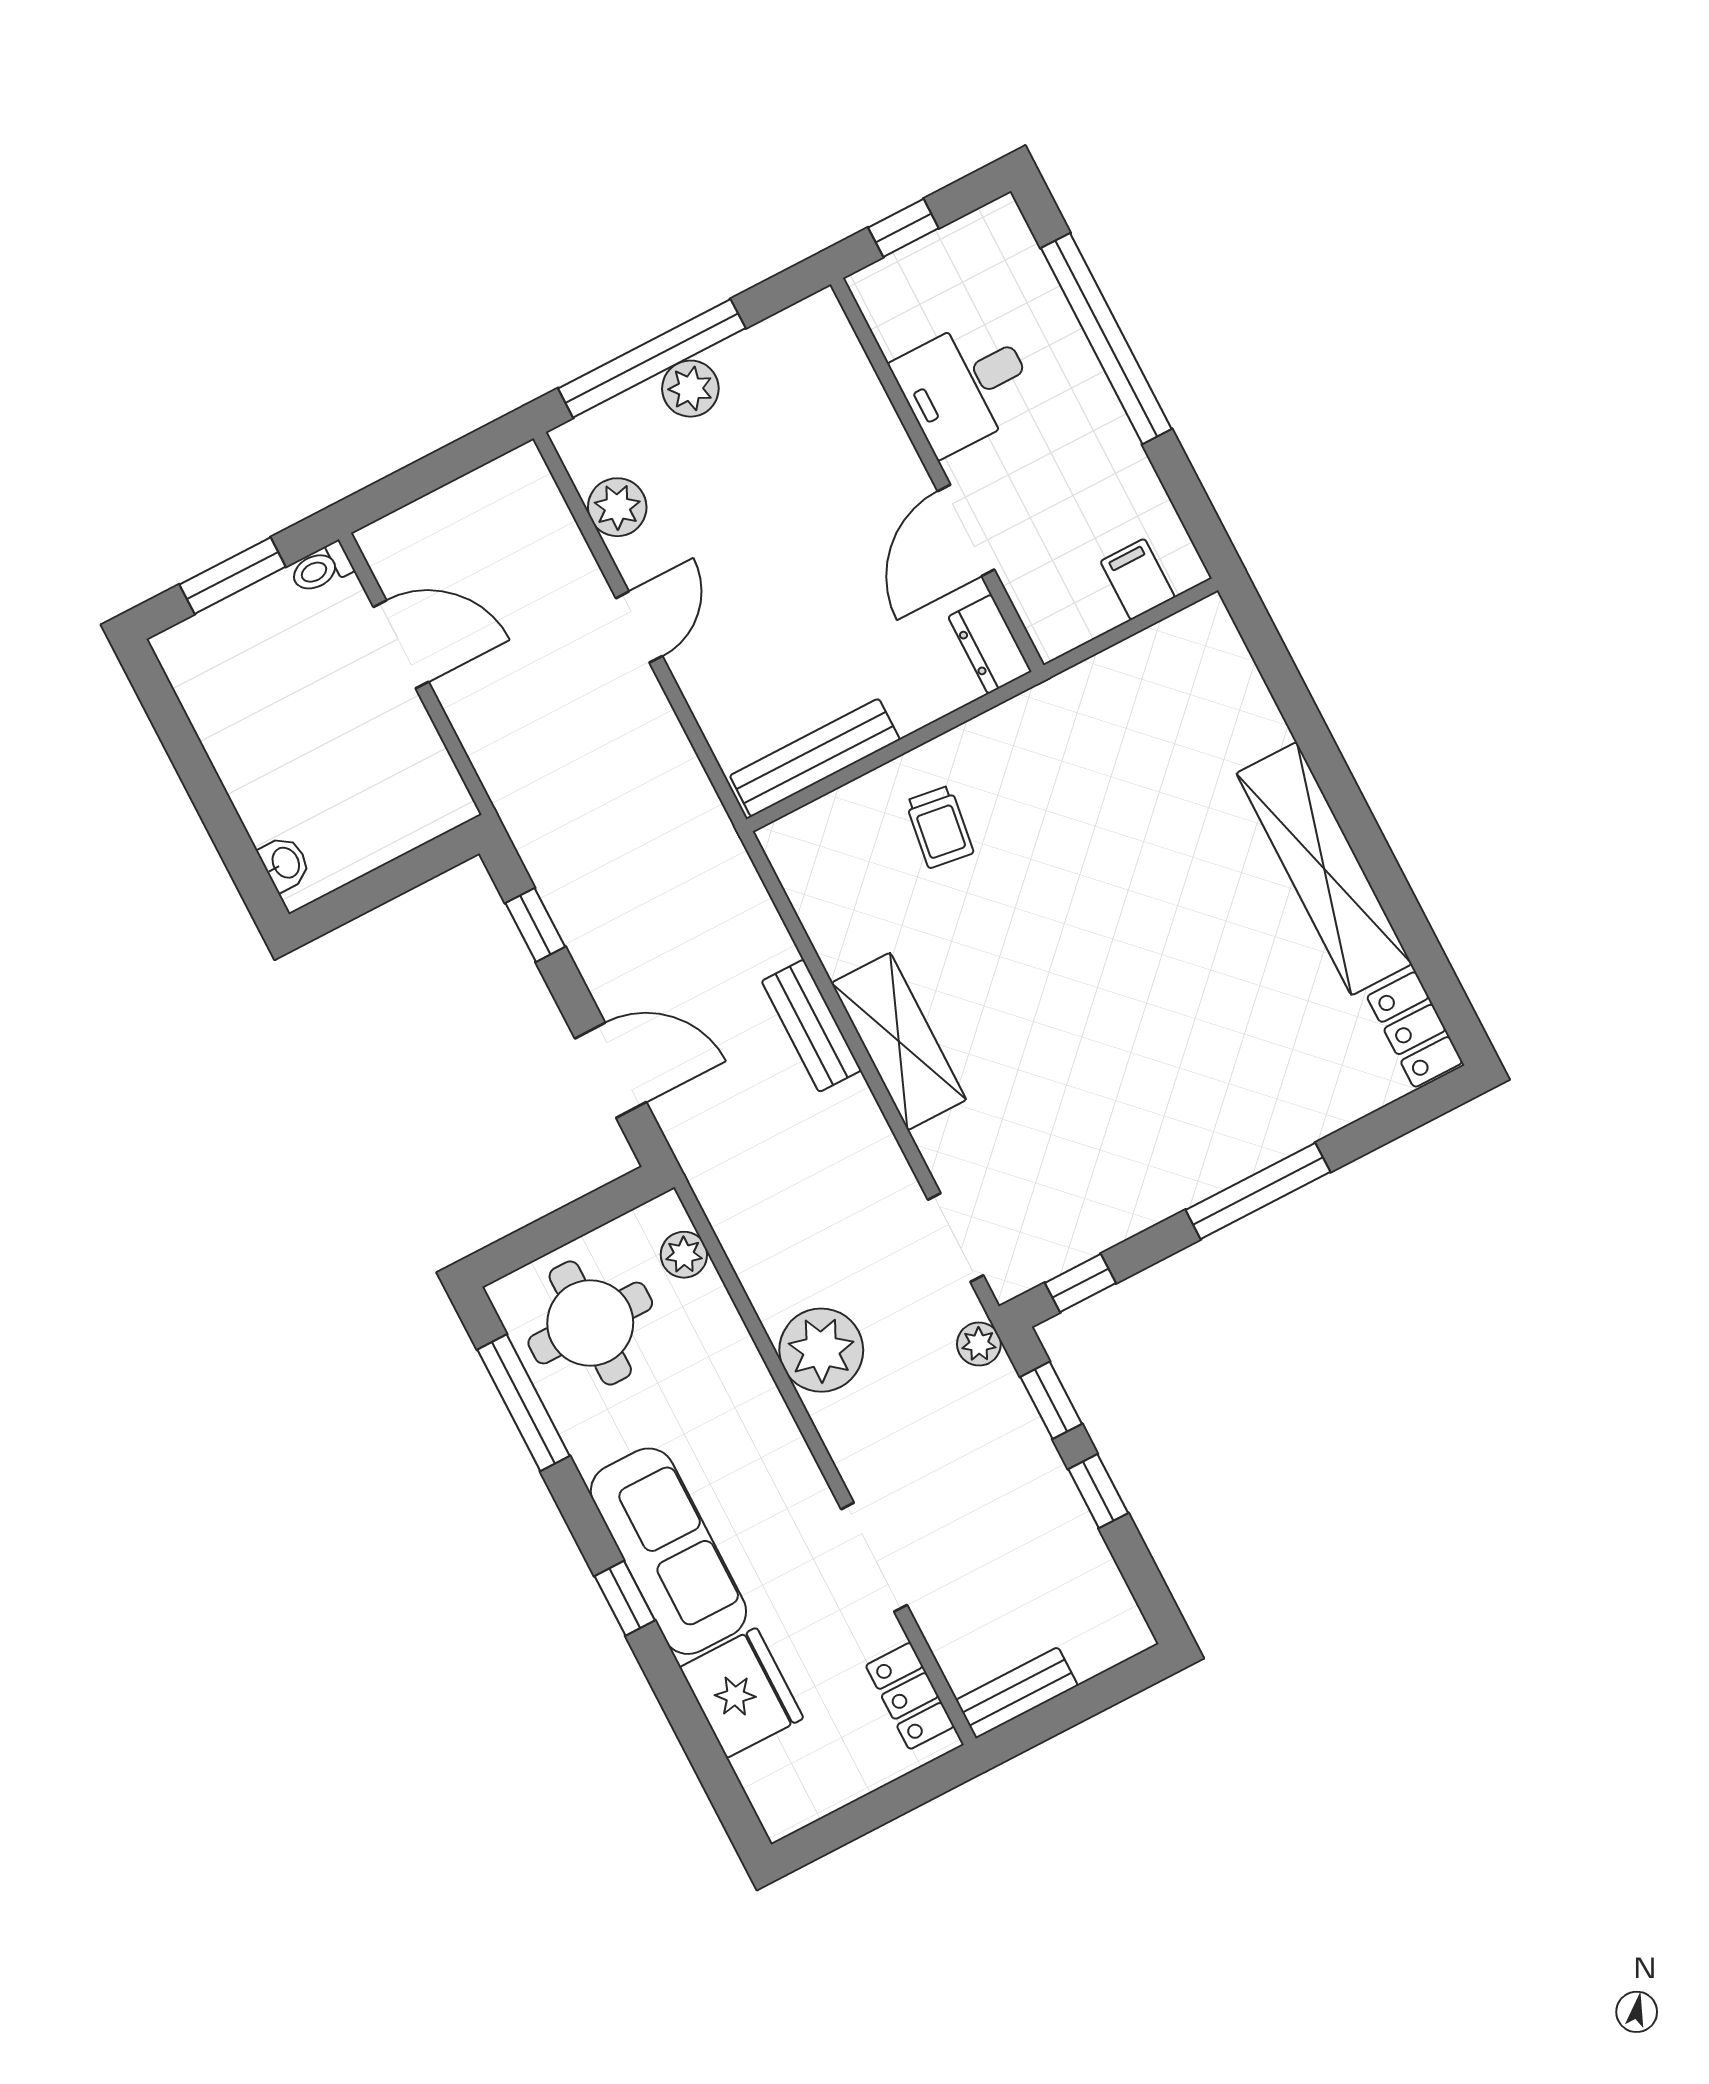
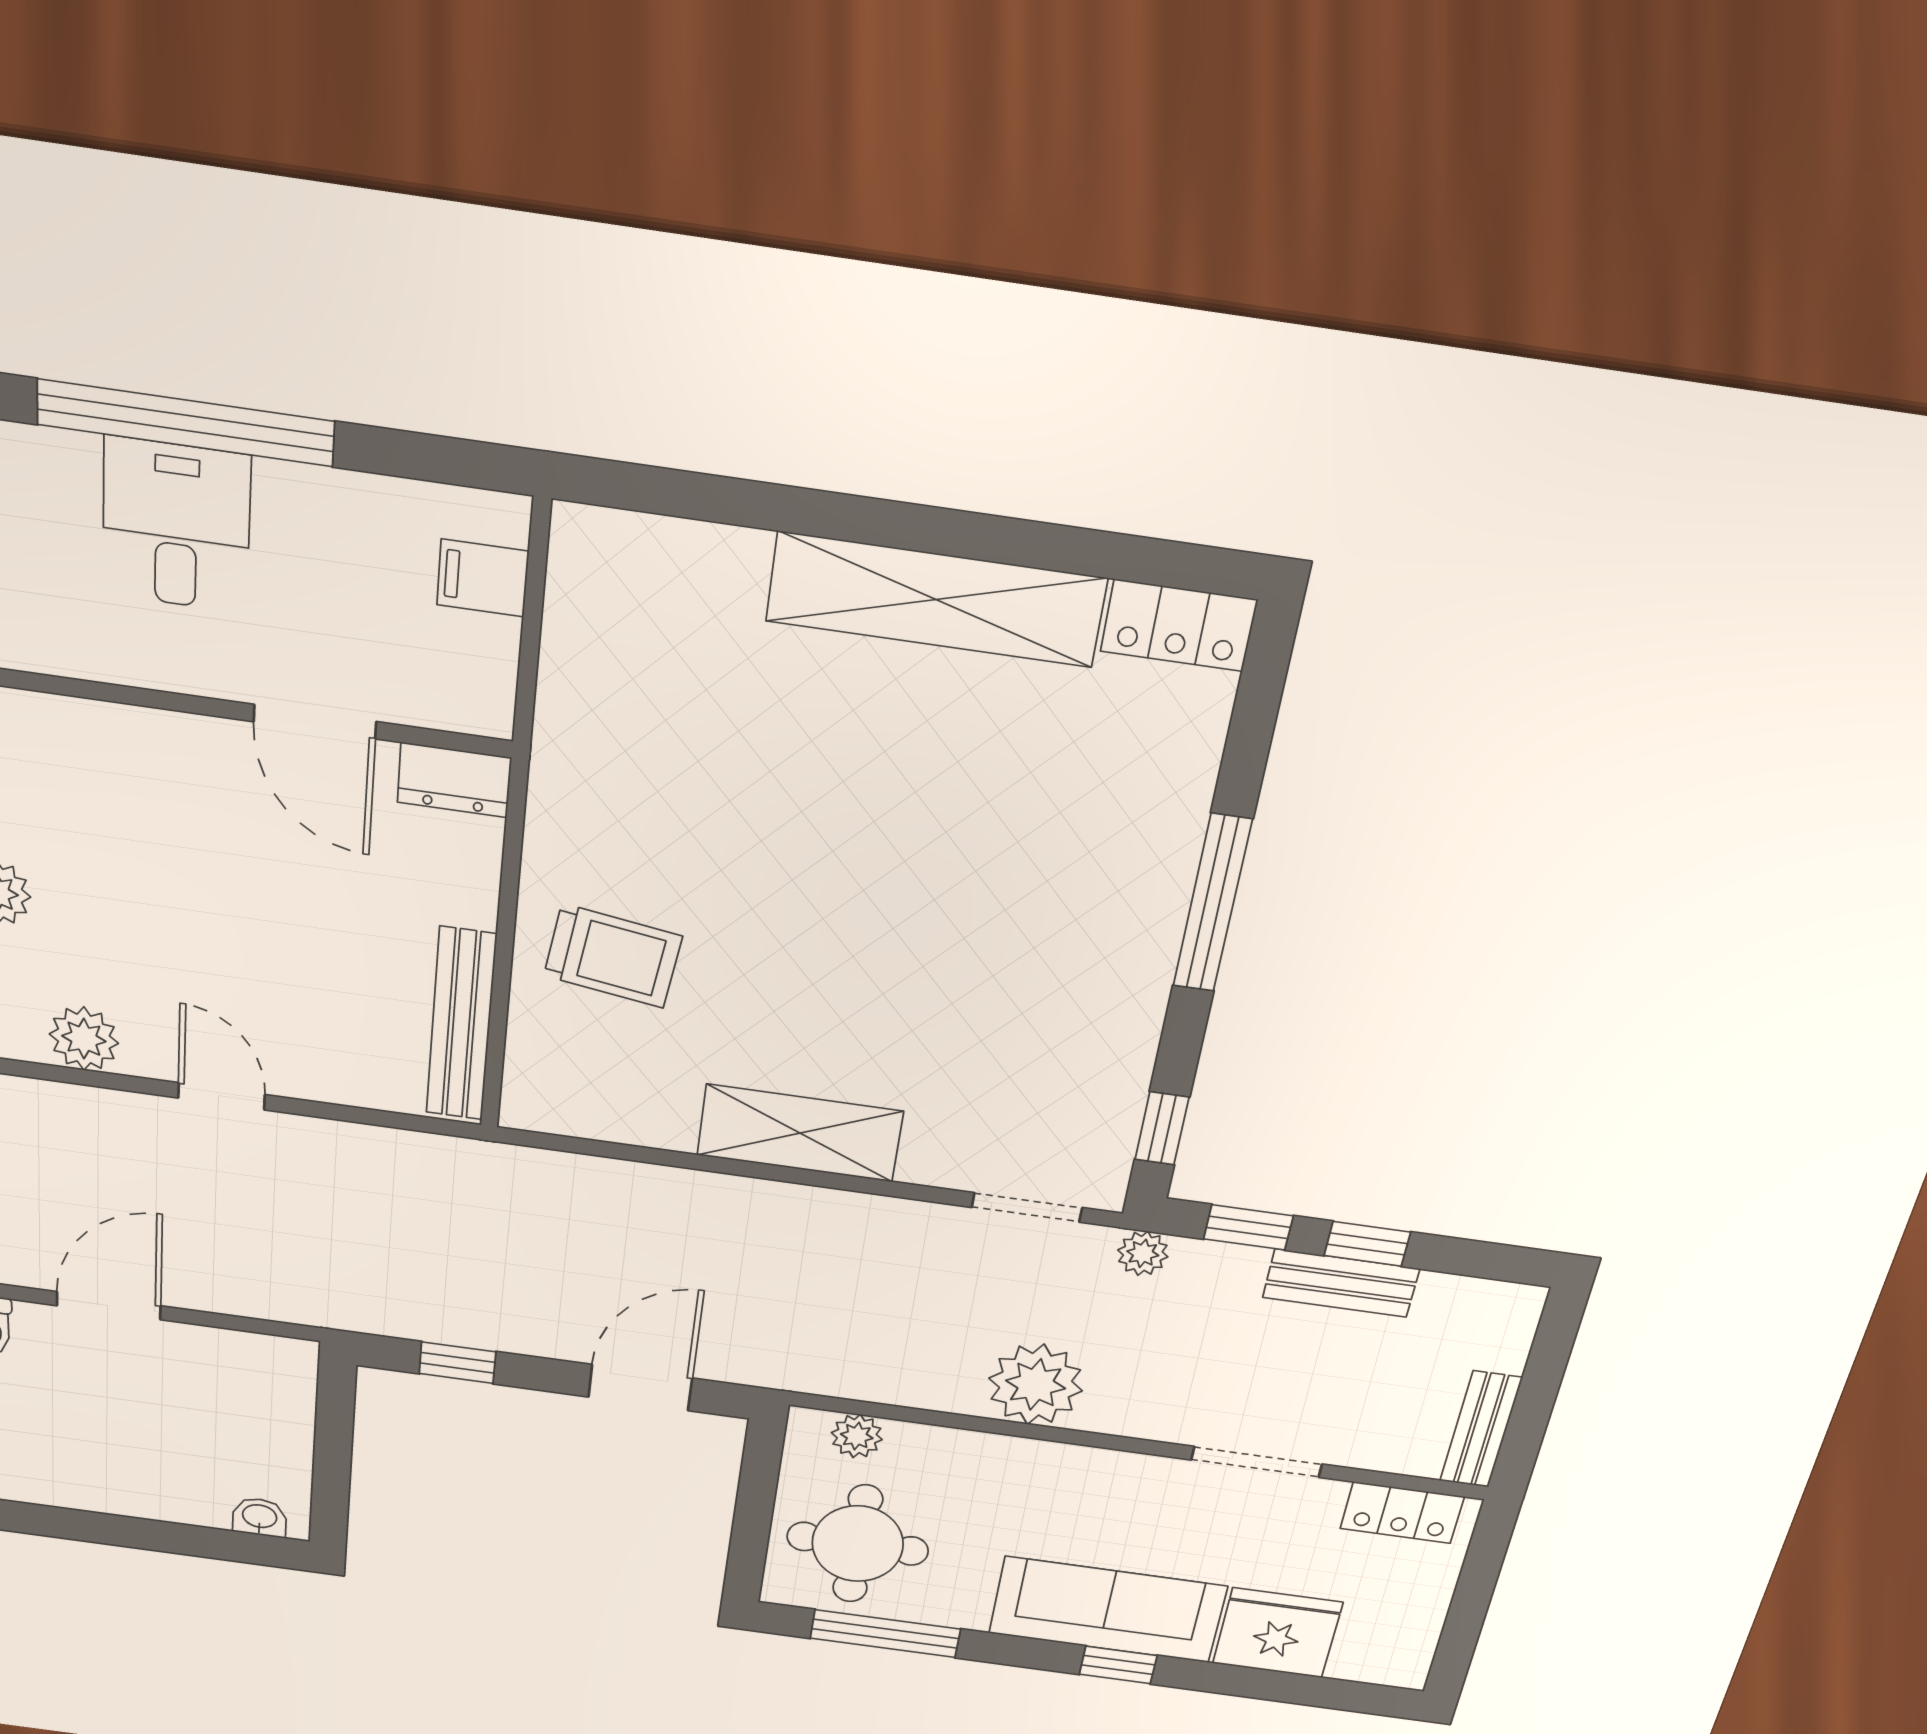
desk: (965, 385) -> (176, 525), moved, turned 180
trolley: (939, 827) -> (613, 956), width x1.36, depth x1.39
bench: (811, 1026) -> (1341, 1283), moved

